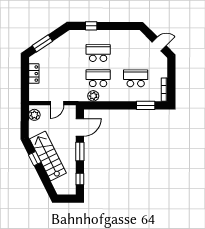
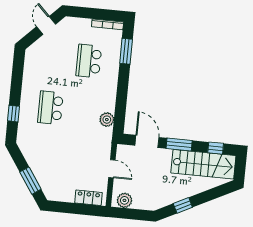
locker: (34, 74) -> (88, 198), moved
school desk: (98, 78) -> (84, 111), removed
stairs: (48, 156) -> (203, 164), moved, turned -153

